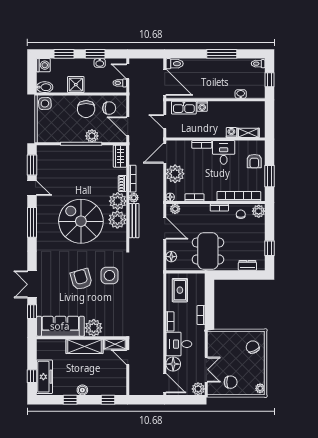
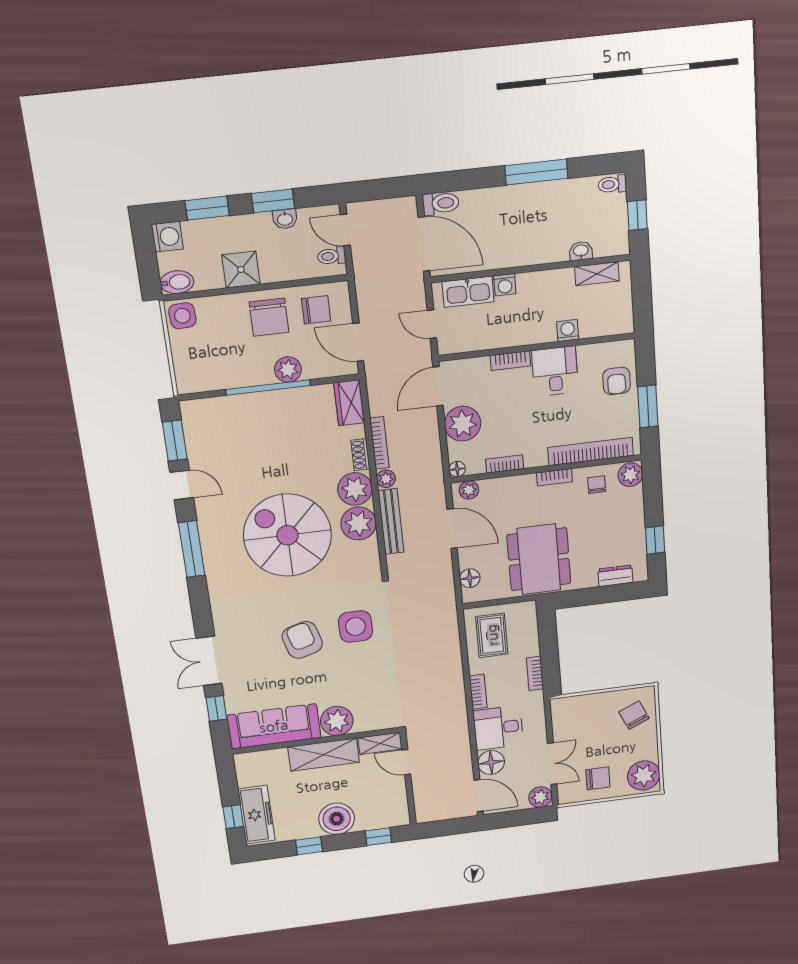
shelving: (248, 133) -> (597, 274), moved
plant: (260, 388) -> (644, 776), width x1.87, depth x1.87
boiler: (82, 390) -> (337, 819), width x1.86, depth x1.86

